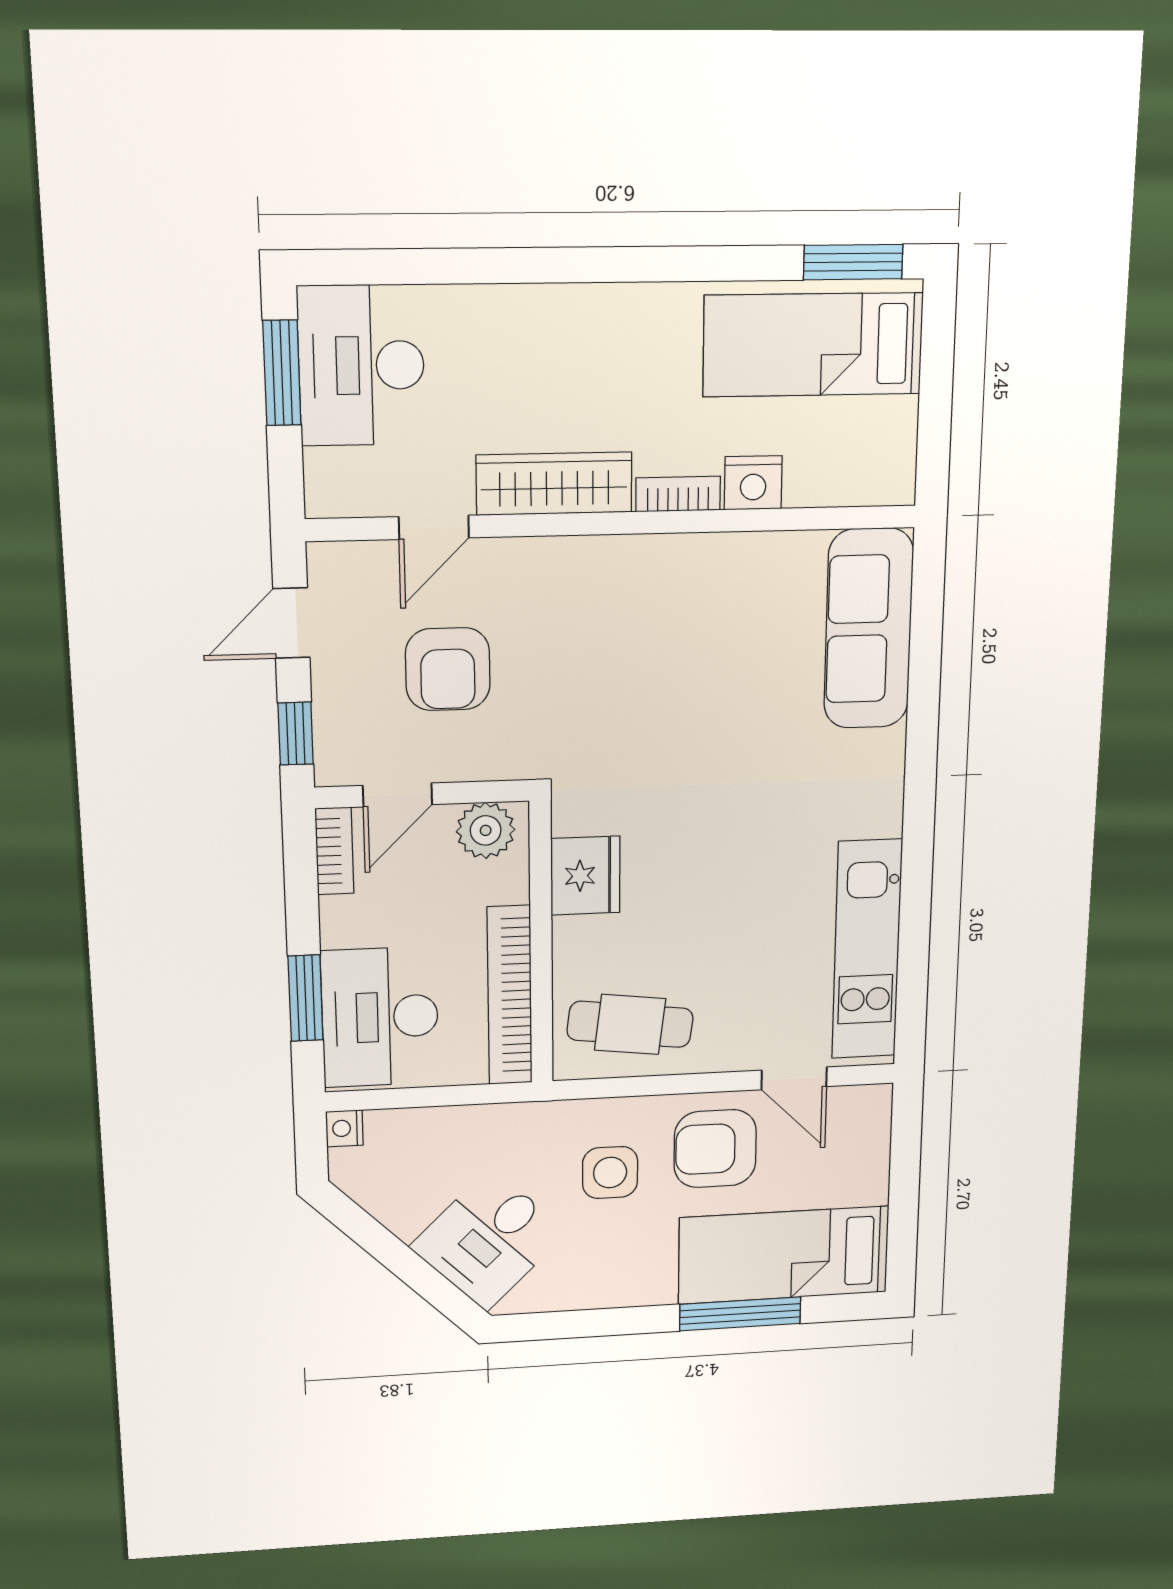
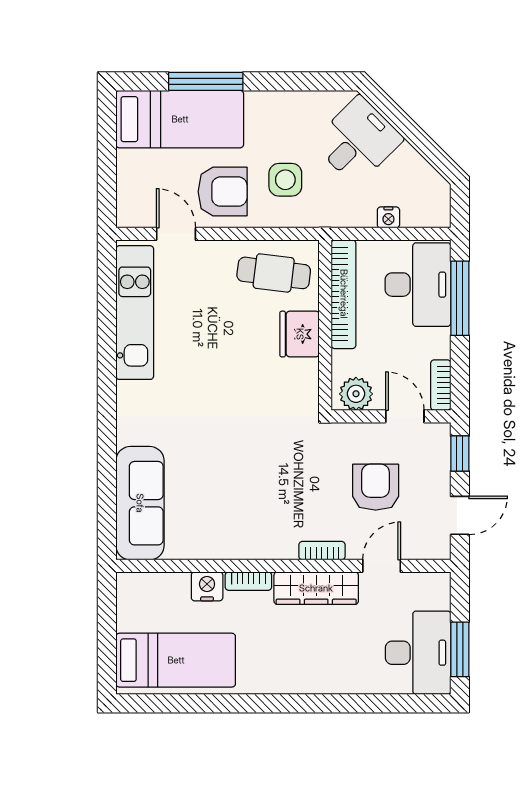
window: (853, 262) -> (155, 703), removed
bookcase: (544, 553) -> (322, 551), added
door: (397, 795) -> (405, 416), hinge flipped
fridge: (585, 876) -> (300, 334), moved
window: (306, 998) -> (460, 298), width x1.44
nightstand: (344, 1128) -> (388, 217), moved, turned 90

